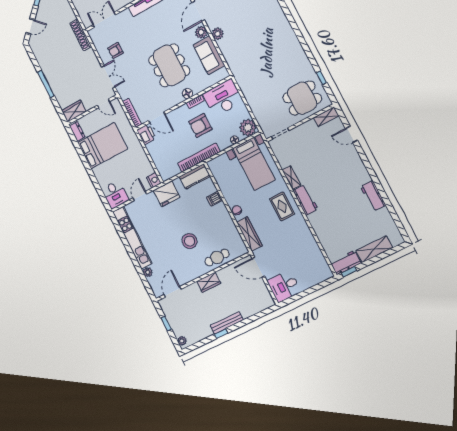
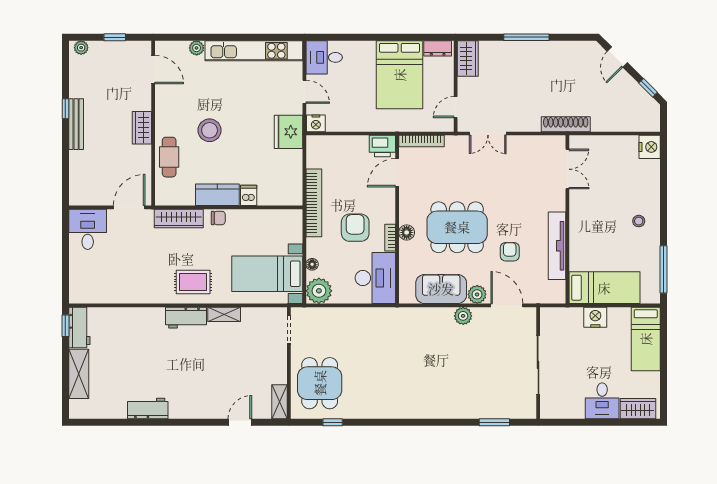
armchair: (115, 51) -> (510, 252), moved
kitchen counter: (195, 176) -> (217, 195), moved, turned 90

